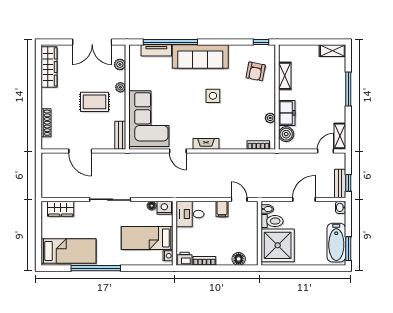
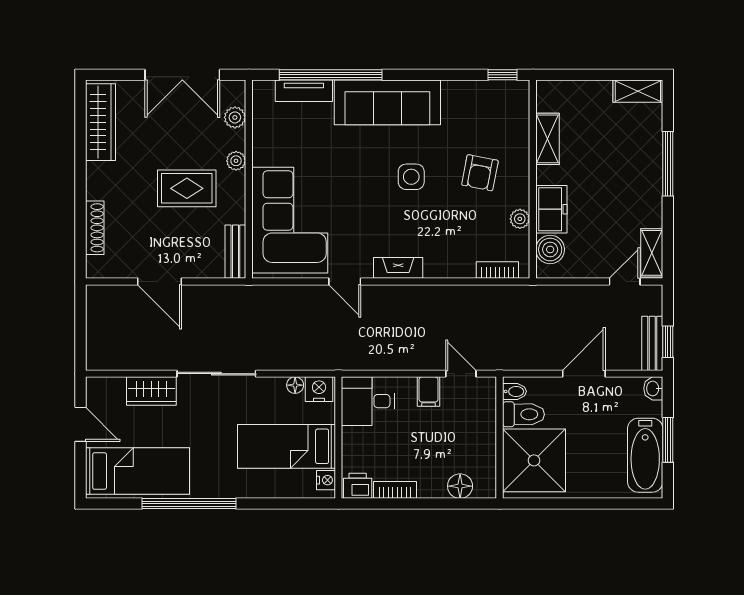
armchair: (256, 71) -> (480, 173), moved
wardrobe: (61, 209) -> (151, 391), moved
door: (38, 226) -> (80, 424), added
window: (348, 249) -> (668, 440), moved

